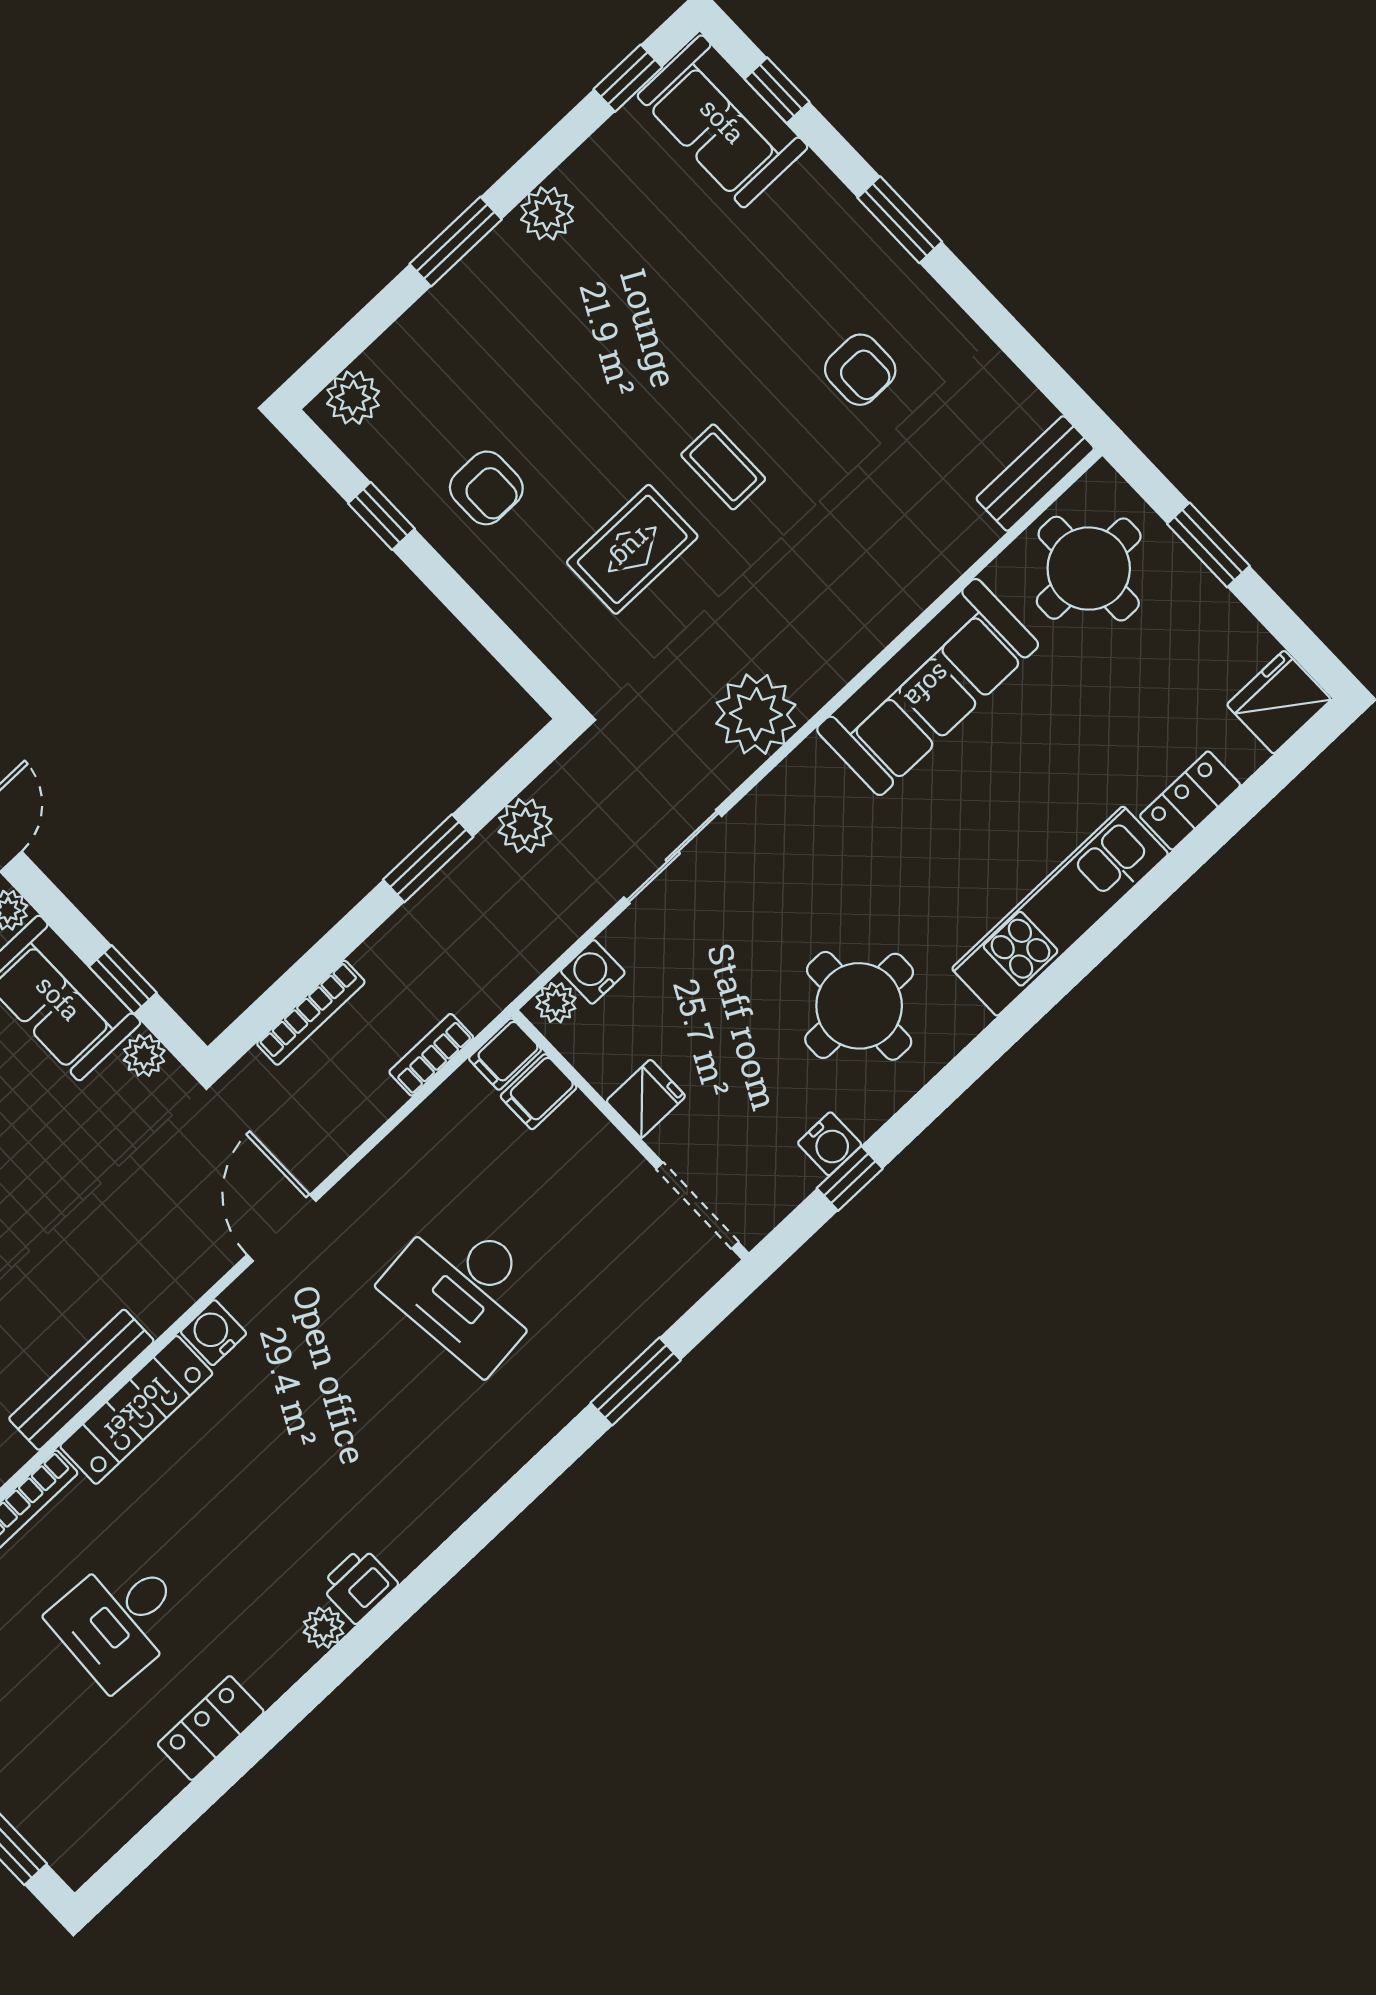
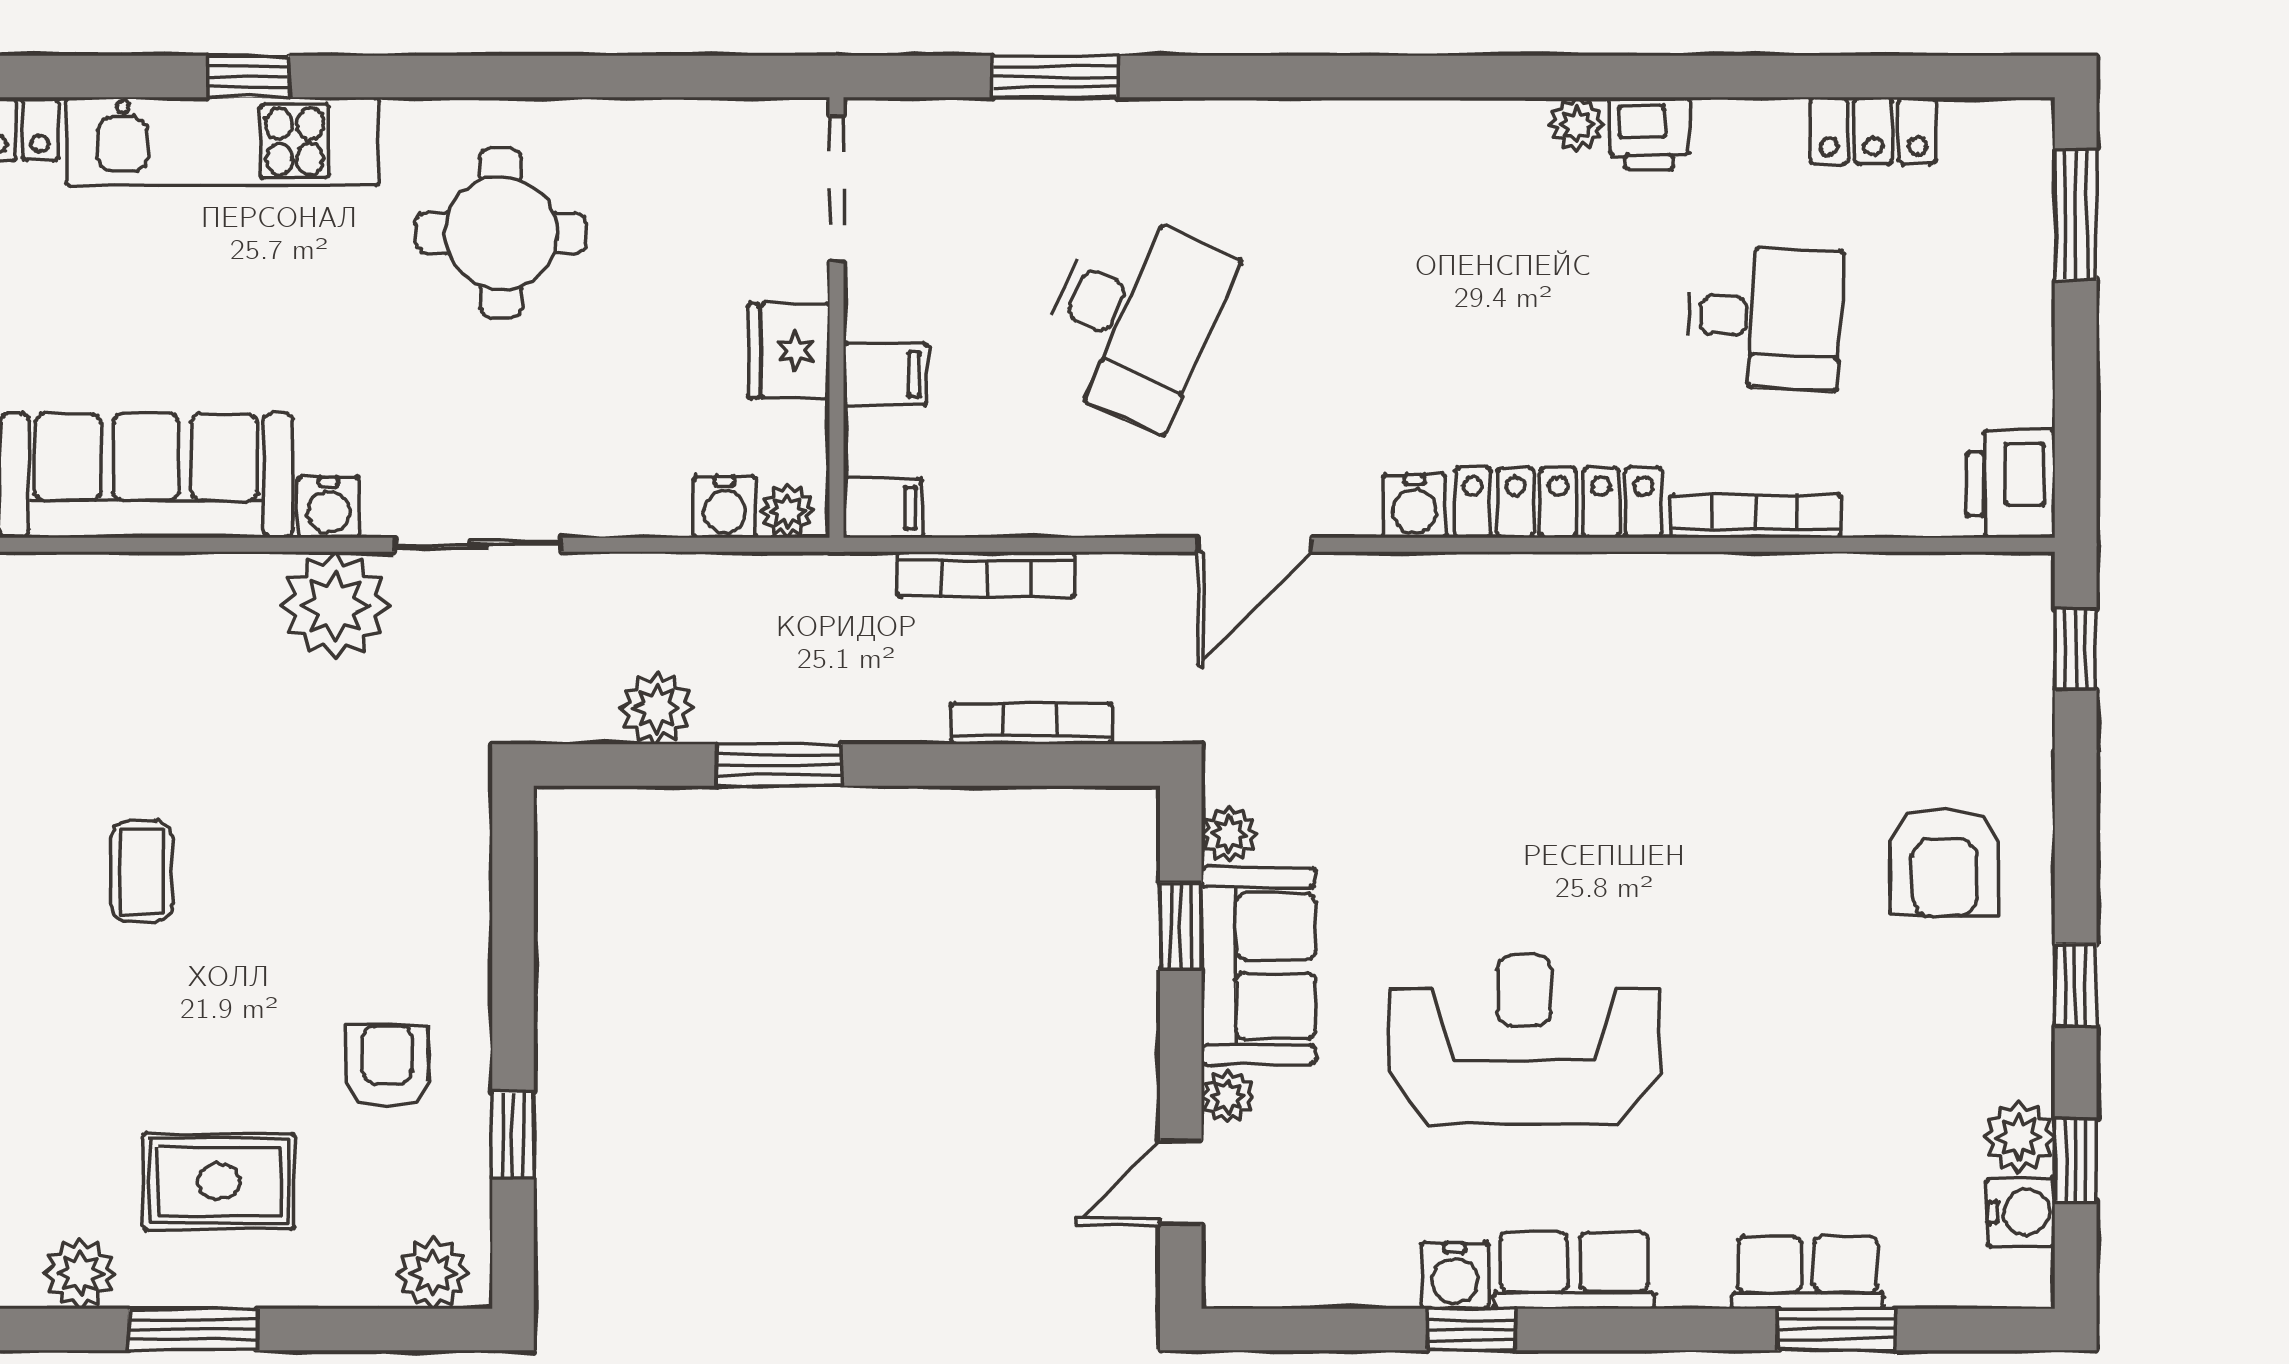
rug: (632, 549) -> (219, 1181), moved
sliding door: (673, 857) -> (478, 545), moved
bookcase: (431, 1055) -> (986, 574), width x1.56
filing cabinet: (539, 1092) -> (885, 374), moved
fridge: (646, 1099) -> (789, 351), width x1.38
water cooler: (830, 1144) -> (329, 507), moved, turned 180
window: (850, 1178) -> (248, 77), moved
desk: (466, 1290) -> (1134, 318), turned 30
bench: (81, 1380) -> (1583, 581), removed
printer: (359, 1585) -> (1649, 133), moved
locker: (211, 1728) -> (1873, 131), moved

